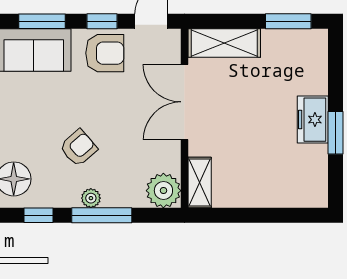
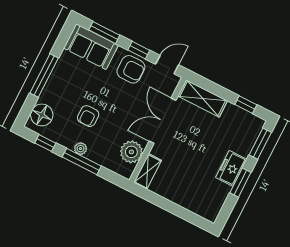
window: (288, 21) -> (246, 105), width x0.67
window: (335, 65) -> (260, 144), added
armchair: (79, 148) -> (88, 116), turned 131
plant: (163, 191) -> (131, 152), moved

